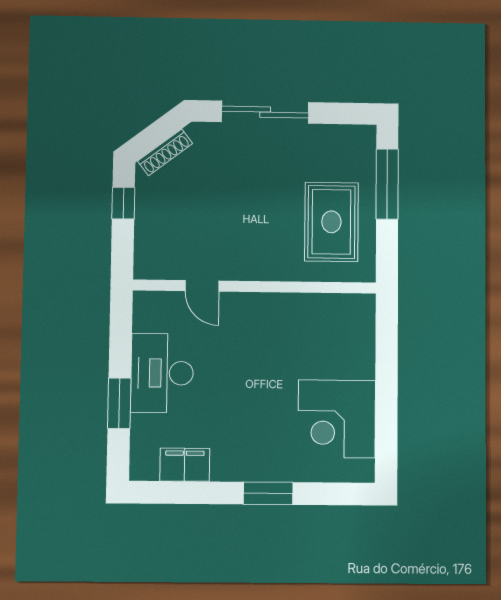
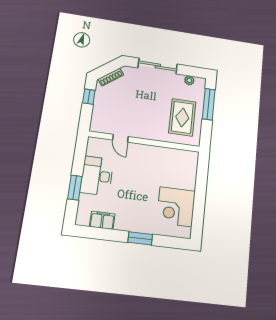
plant: (339, 135) -> (189, 80), added

